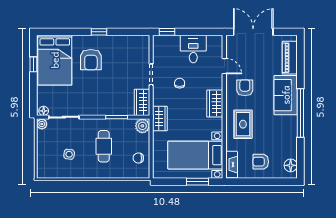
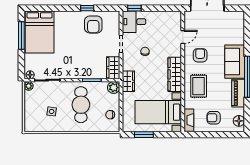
window: (99, 32) -> (87, 8), moved
desk: (193, 49) -> (134, 22), moved, turned -90
piano: (290, 58) -> (238, 93), moved
armchair: (91, 60) -> (93, 24), moved
window: (33, 64) -> (21, 35), width x2.17
door: (224, 66) -> (183, 37), hinge flipped
wardrobe: (215, 104) -> (175, 74), width x1.50
cafe table: (104, 146) -> (81, 105), width x1.37, depth x1.35
window: (197, 182) -> (144, 135), moved

